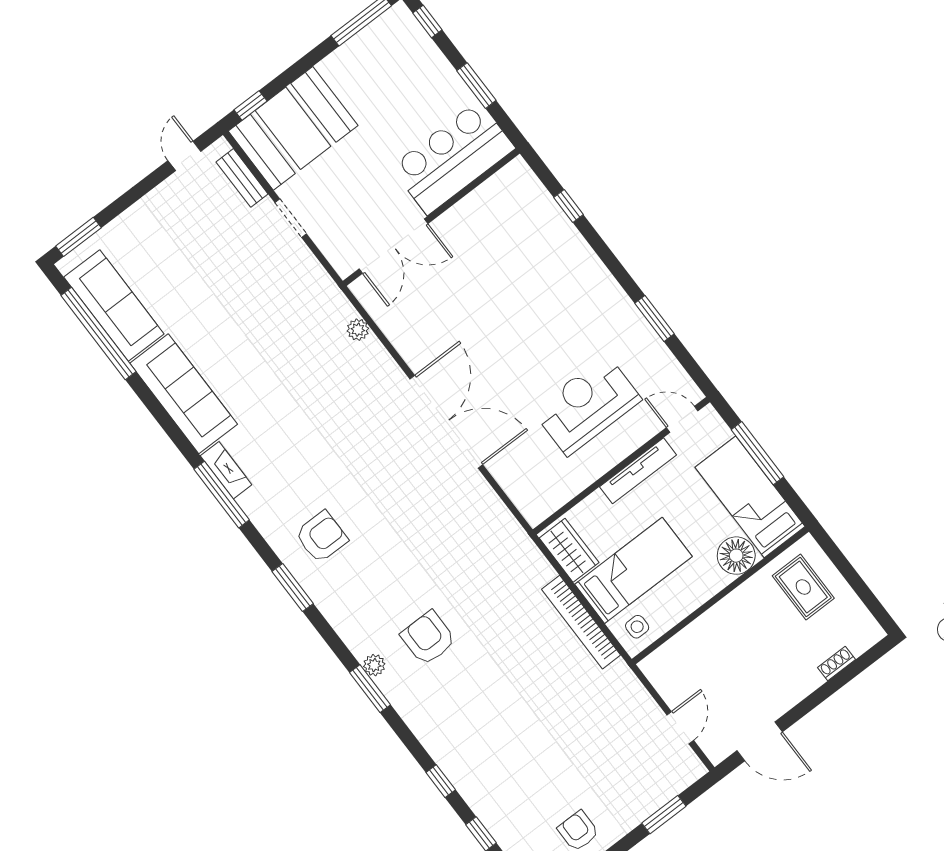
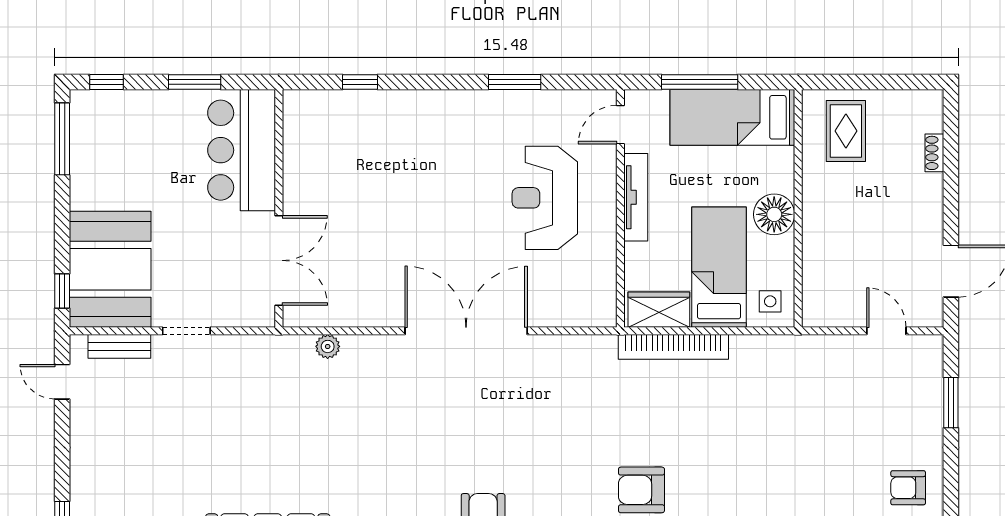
floor lamp: (736, 556) -> (774, 214), moved
rug: (803, 587) -> (846, 131), turned 90
bookcase: (581, 622) -> (673, 347), moved

